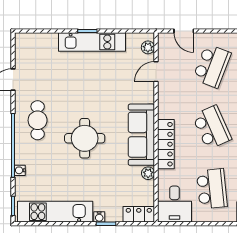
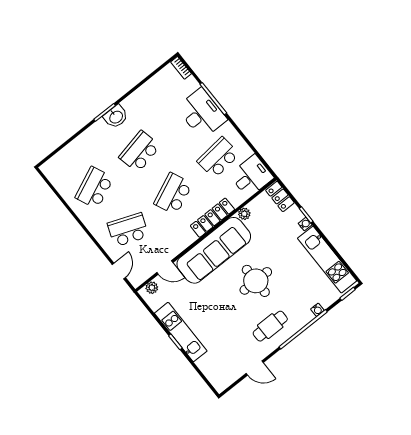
sofa: (141, 135) -> (214, 250), width x1.36, depth x1.27

